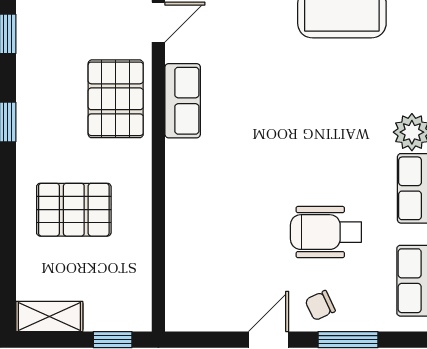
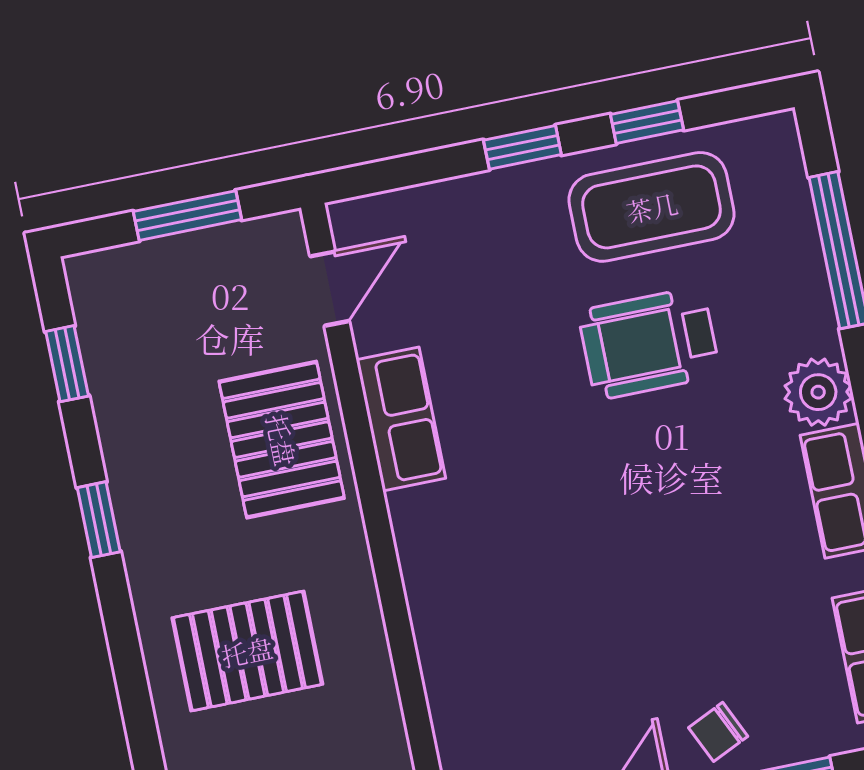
wheelchair: (326, 232) -> (649, 343), moved

